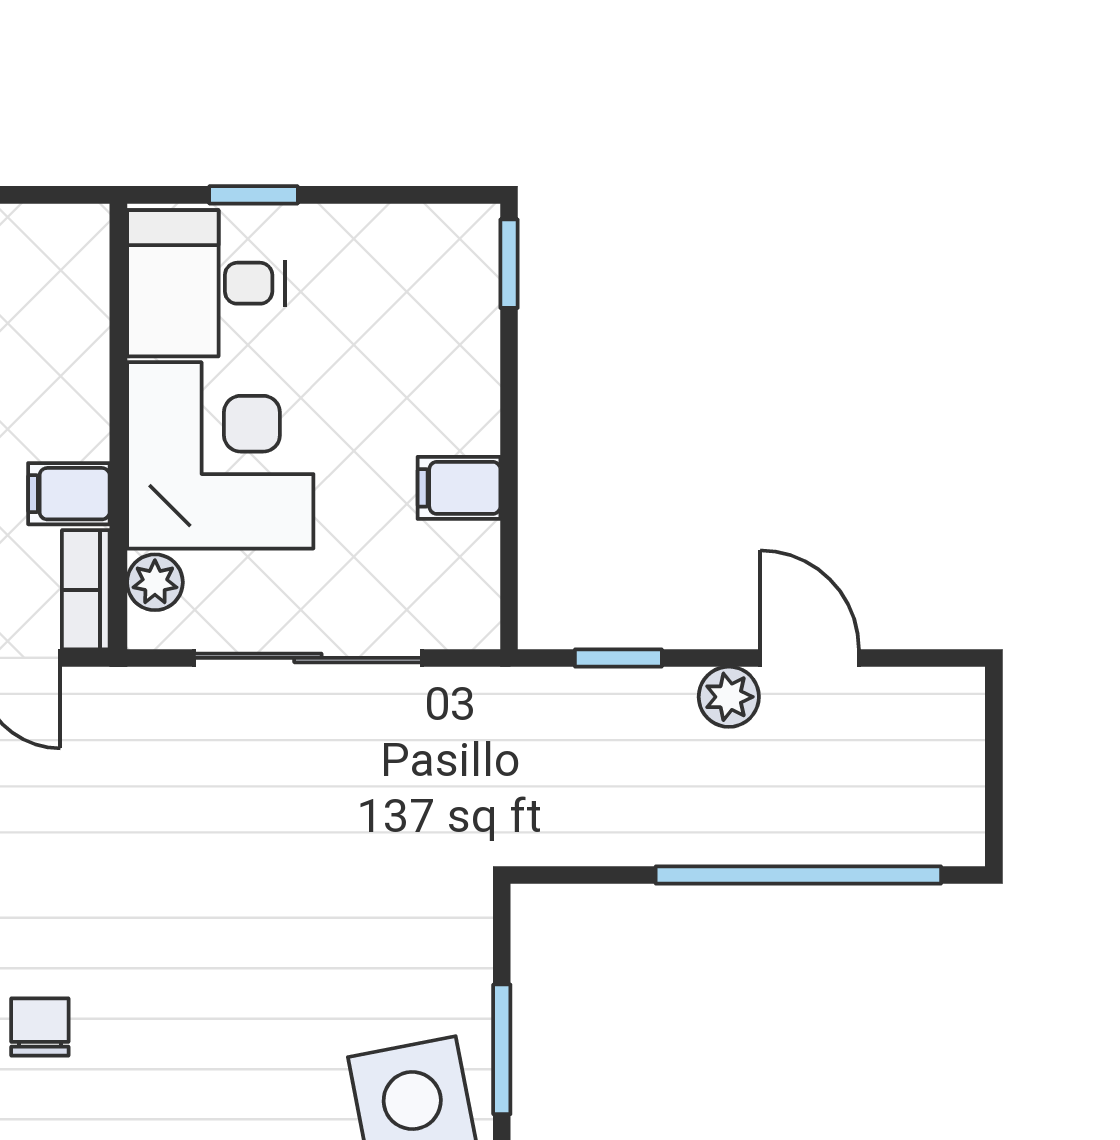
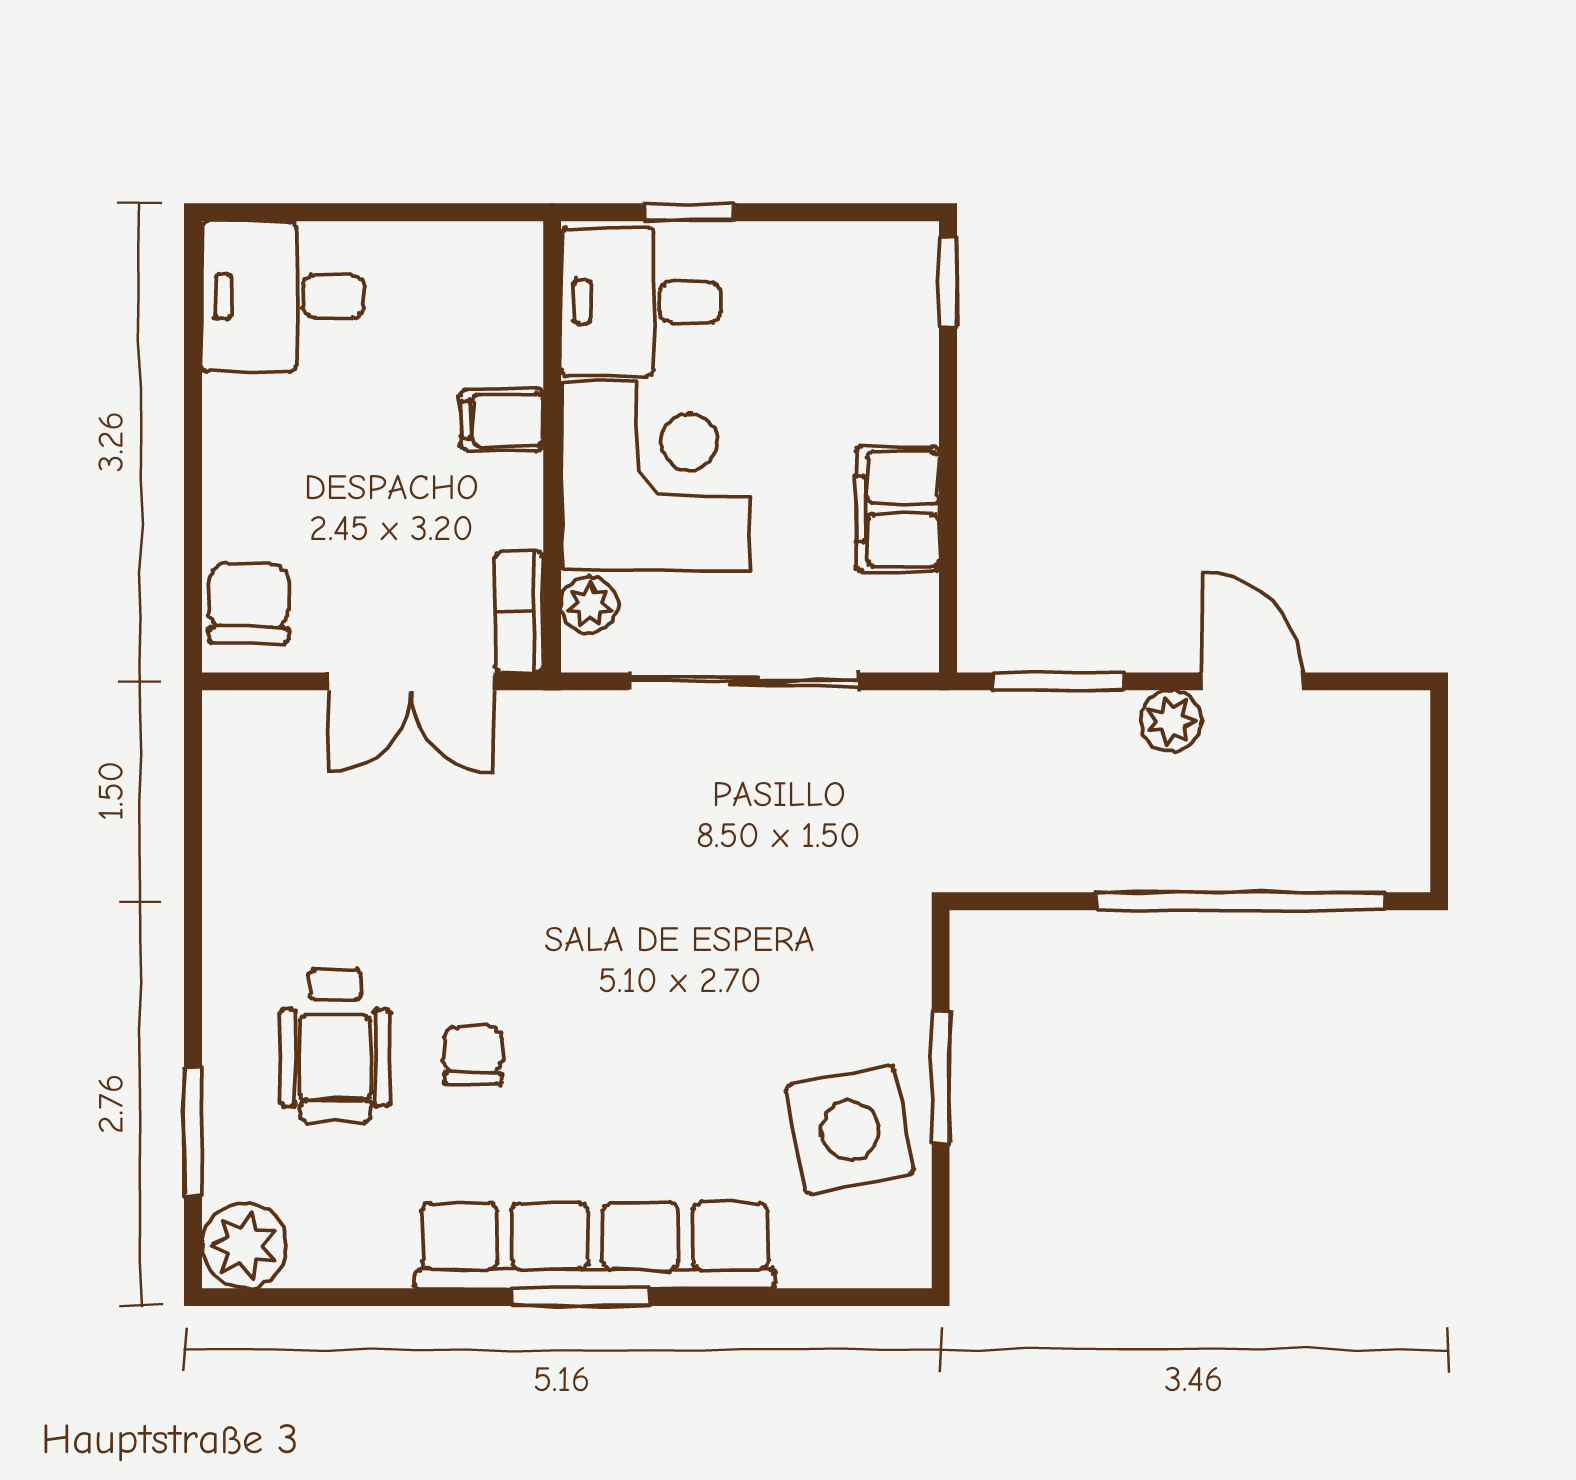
filing cabinet: (459, 488) -> (897, 509), width x2.00
filing cabinet: (69, 494) -> (502, 420), moved
window: (618, 658) -> (1059, 681), width x1.50

